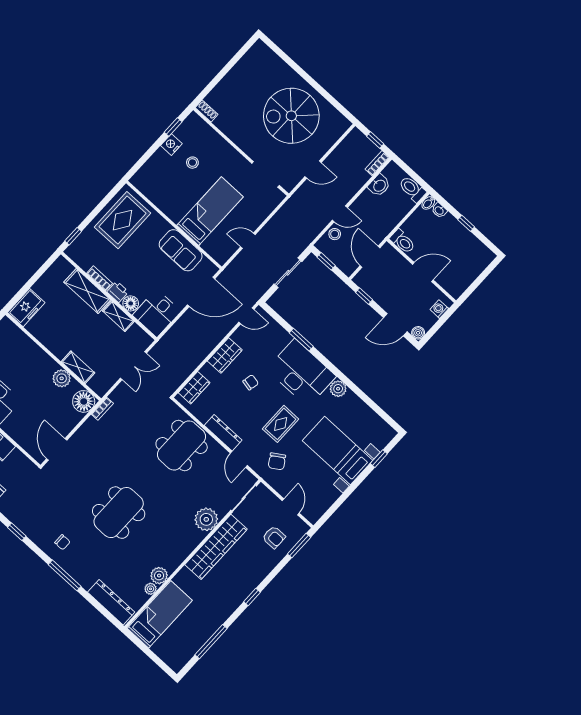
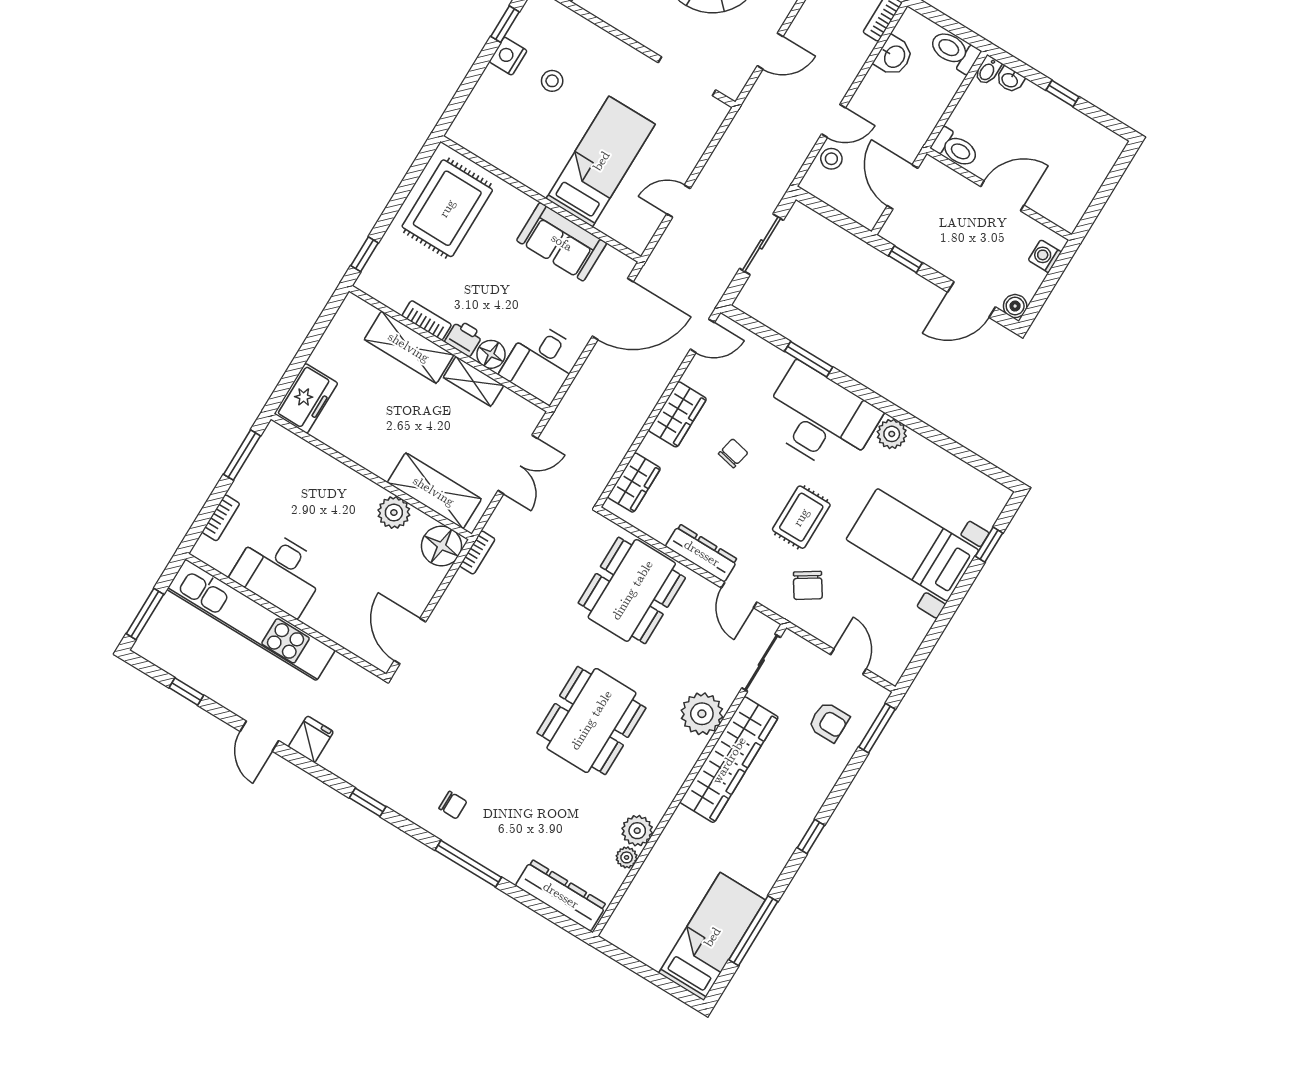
window: (326, 261) -> (826, 211), removed
shelving: (78, 367) -> (434, 491), width x1.50, depth x1.33
dining table: (119, 513) -> (591, 720), moved
bed: (160, 614) -> (712, 937), moved

